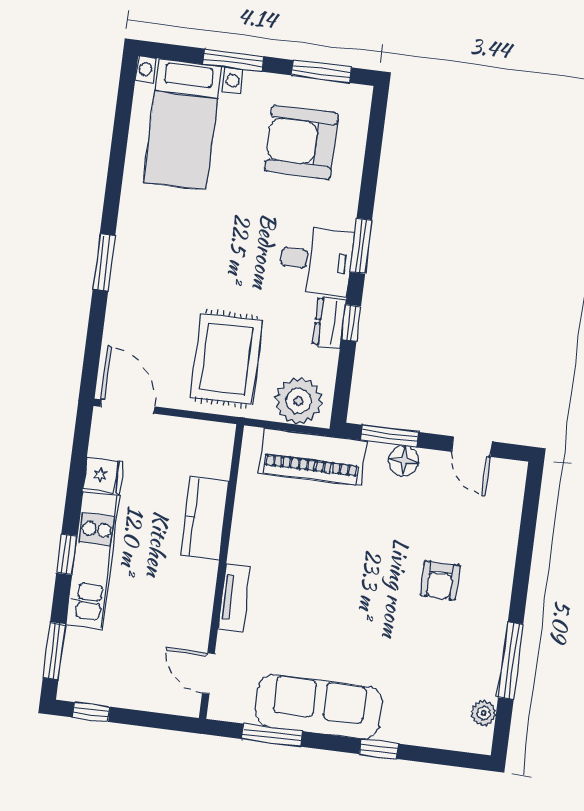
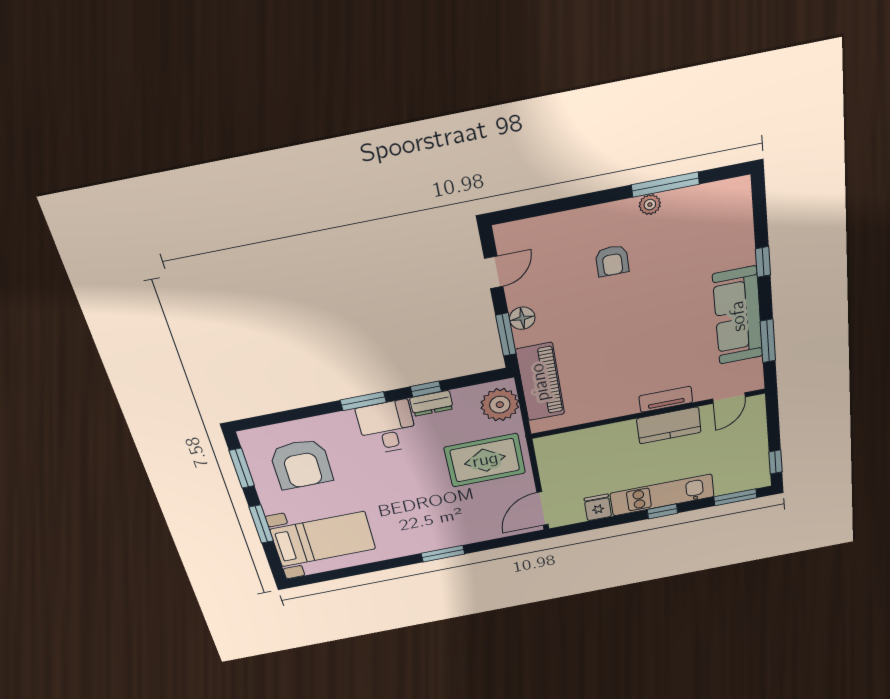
kitchen counter: (205, 518) -> (669, 425), moved
armchair: (440, 581) -> (612, 261), turned 90
plant: (484, 713) -> (650, 205), moved

